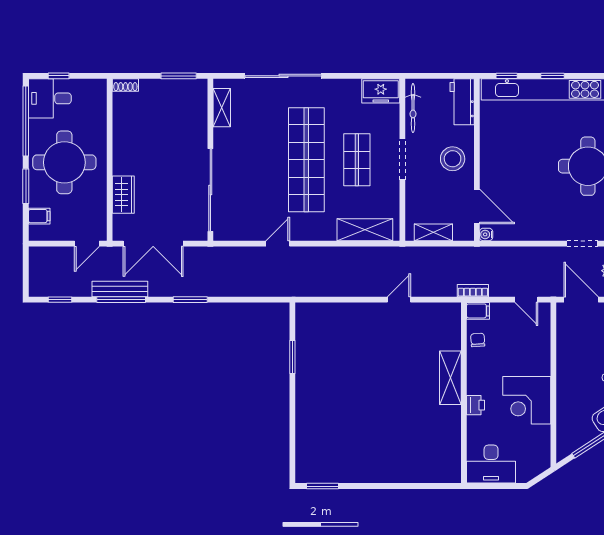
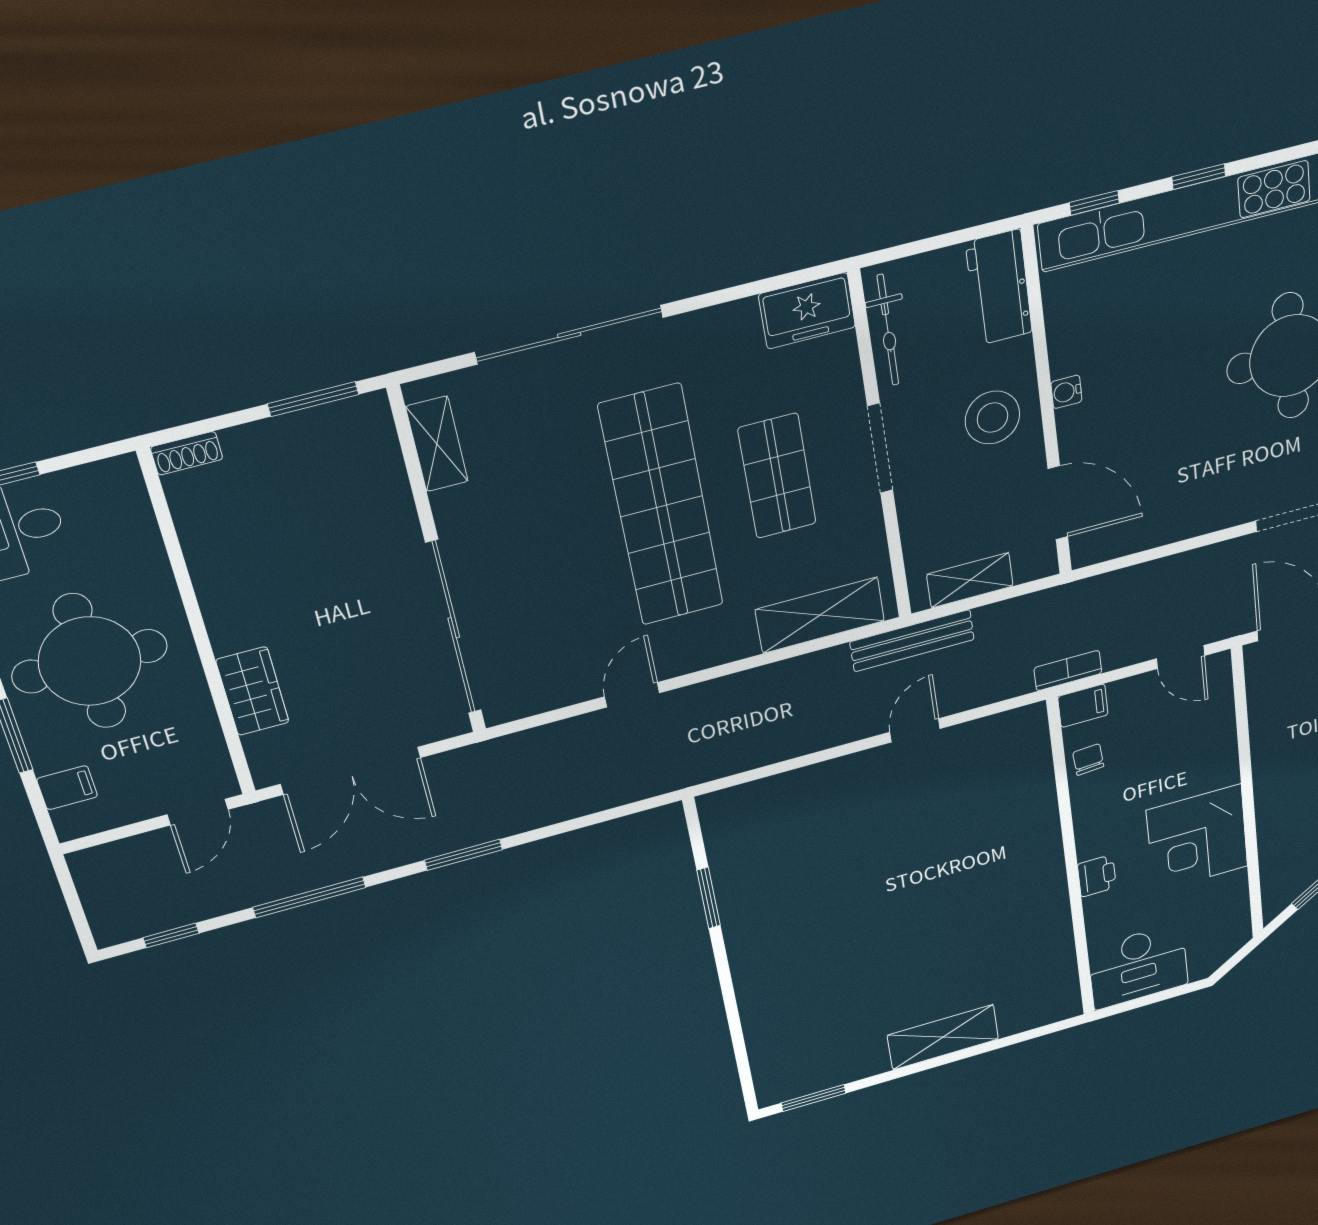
water cooler: (486, 234) -> (1066, 392), moved
bench: (120, 289) -> (912, 641), moved
shelving: (450, 378) -> (943, 1037), moved, turned 90

